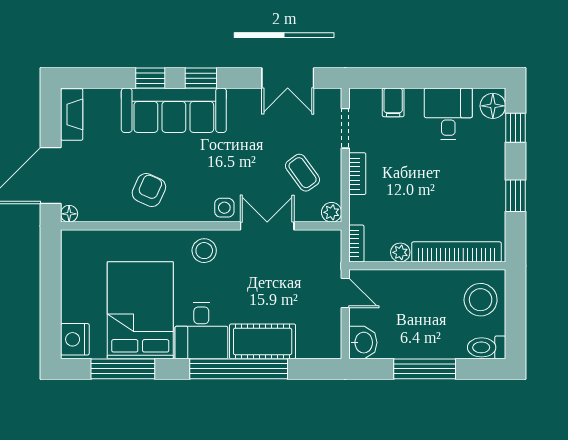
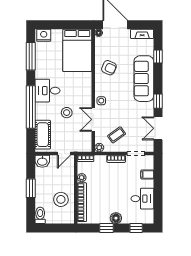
window: (150, 78) -> (158, 56), moved
window: (201, 78) -> (158, 101), moved
floor lamp: (493, 106) -> (116, 218), moved
double door: (267, 226) -> (93, 119), swing flipped
stool: (204, 251) -> (67, 113), moved
stool: (481, 300) -> (61, 199), moved
bed: (140, 310) -> (77, 50), moved, turned 90
cot: (263, 341) -> (43, 135), moved
window: (425, 369) -> (31, 188), width x0.69

